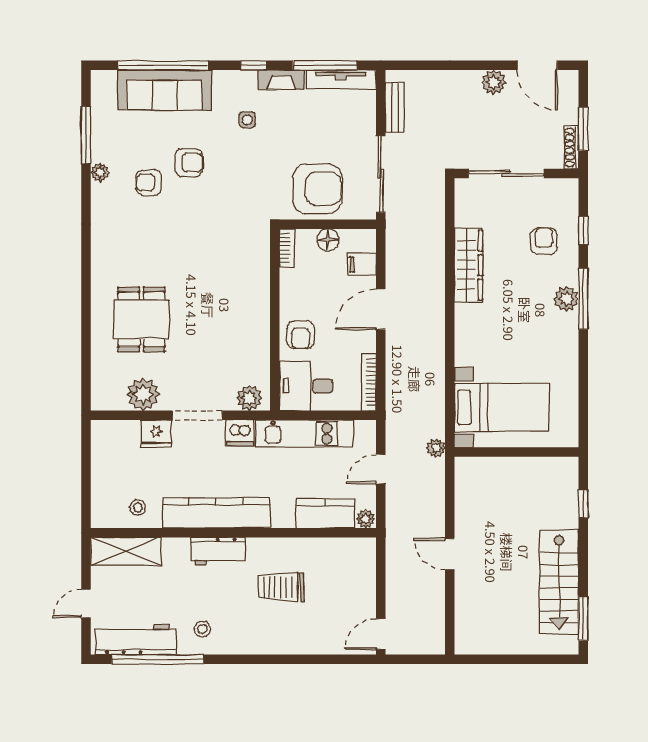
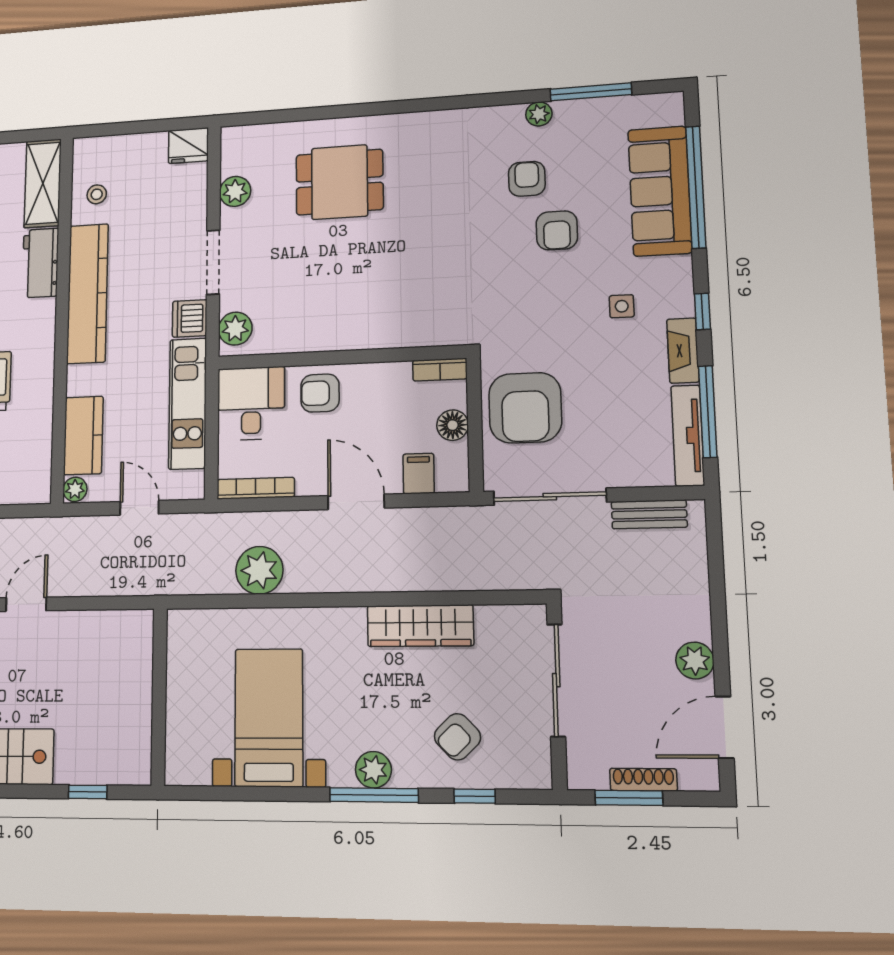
shoe rack: (571, 147) -> (643, 780), moved
armchair: (544, 241) -> (457, 737), turned 136
plant: (143, 394) -> (235, 191), width x0.73, depth x0.73
bed with nightstands: (502, 407) -> (269, 717), moved, turned 180
fridge: (156, 433) -> (188, 146), moved, turned -90
plant: (436, 448) -> (259, 570), moved, width x1.87, depth x1.87
workbench: (218, 551) -> (40, 263), moved

